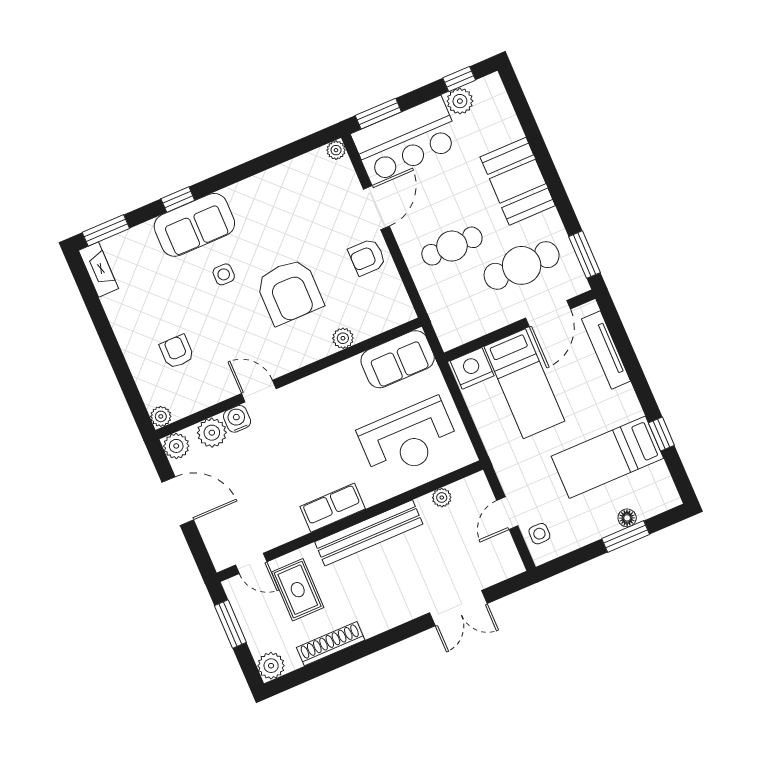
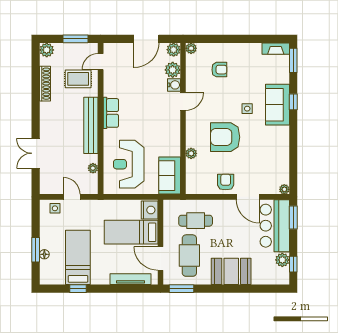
cafe table: (452, 246) -> (196, 221), moved, turned 90

